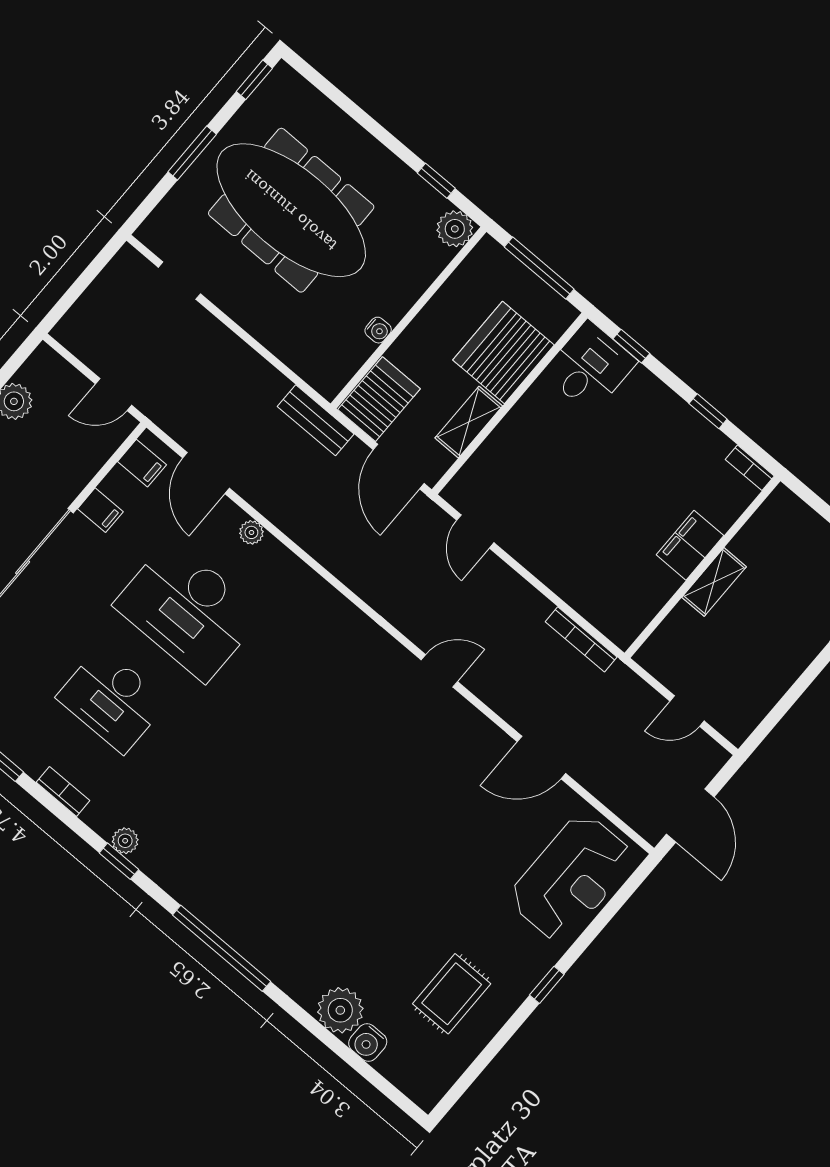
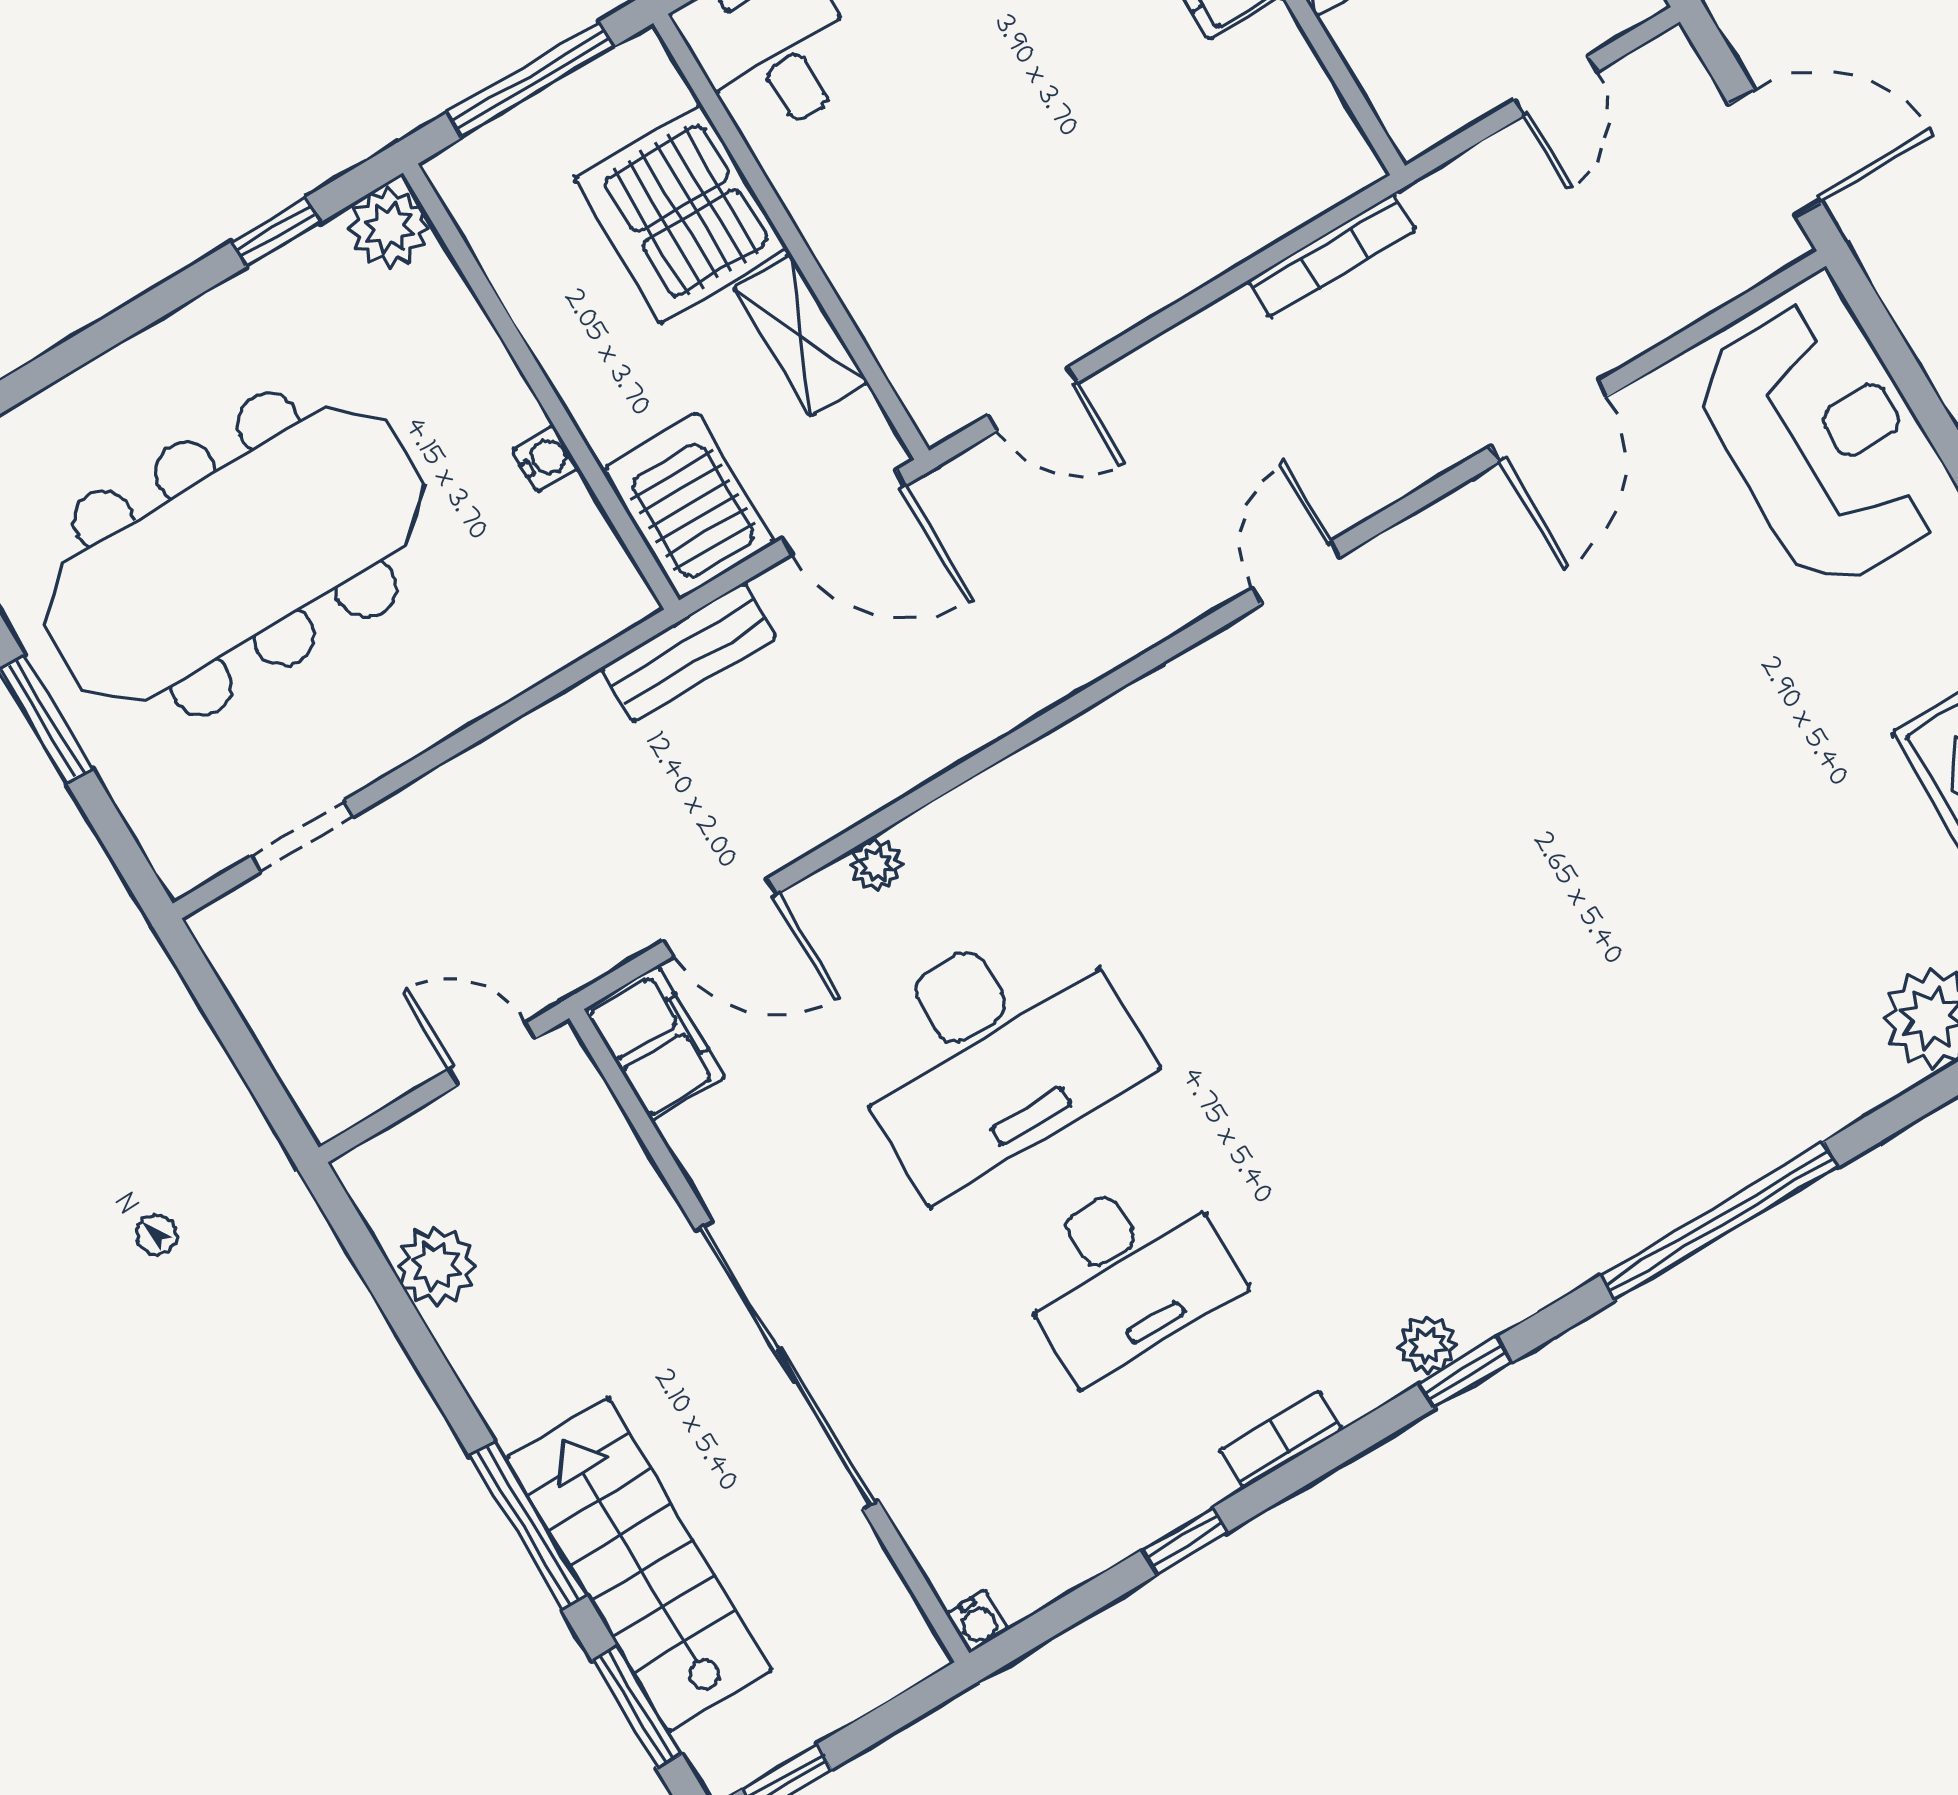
door: (113, 394) -> (492, 1054), swing flipped
filing cabinet: (142, 463) -> (655, 1044), width x2.00
filing cabinet: (100, 510) -> (723, 1163), removed

